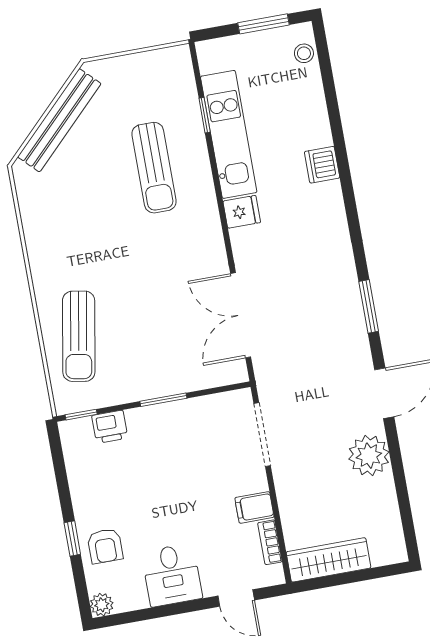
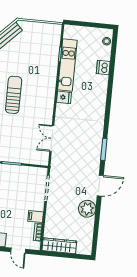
window: (263, 24) -> (94, 25), removed
dishwasher: (322, 165) -> (103, 68), moved
sun lounger: (154, 168) -> (14, 95), moved, turned 180
double door: (241, 315) -> (52, 138), width x0.73

